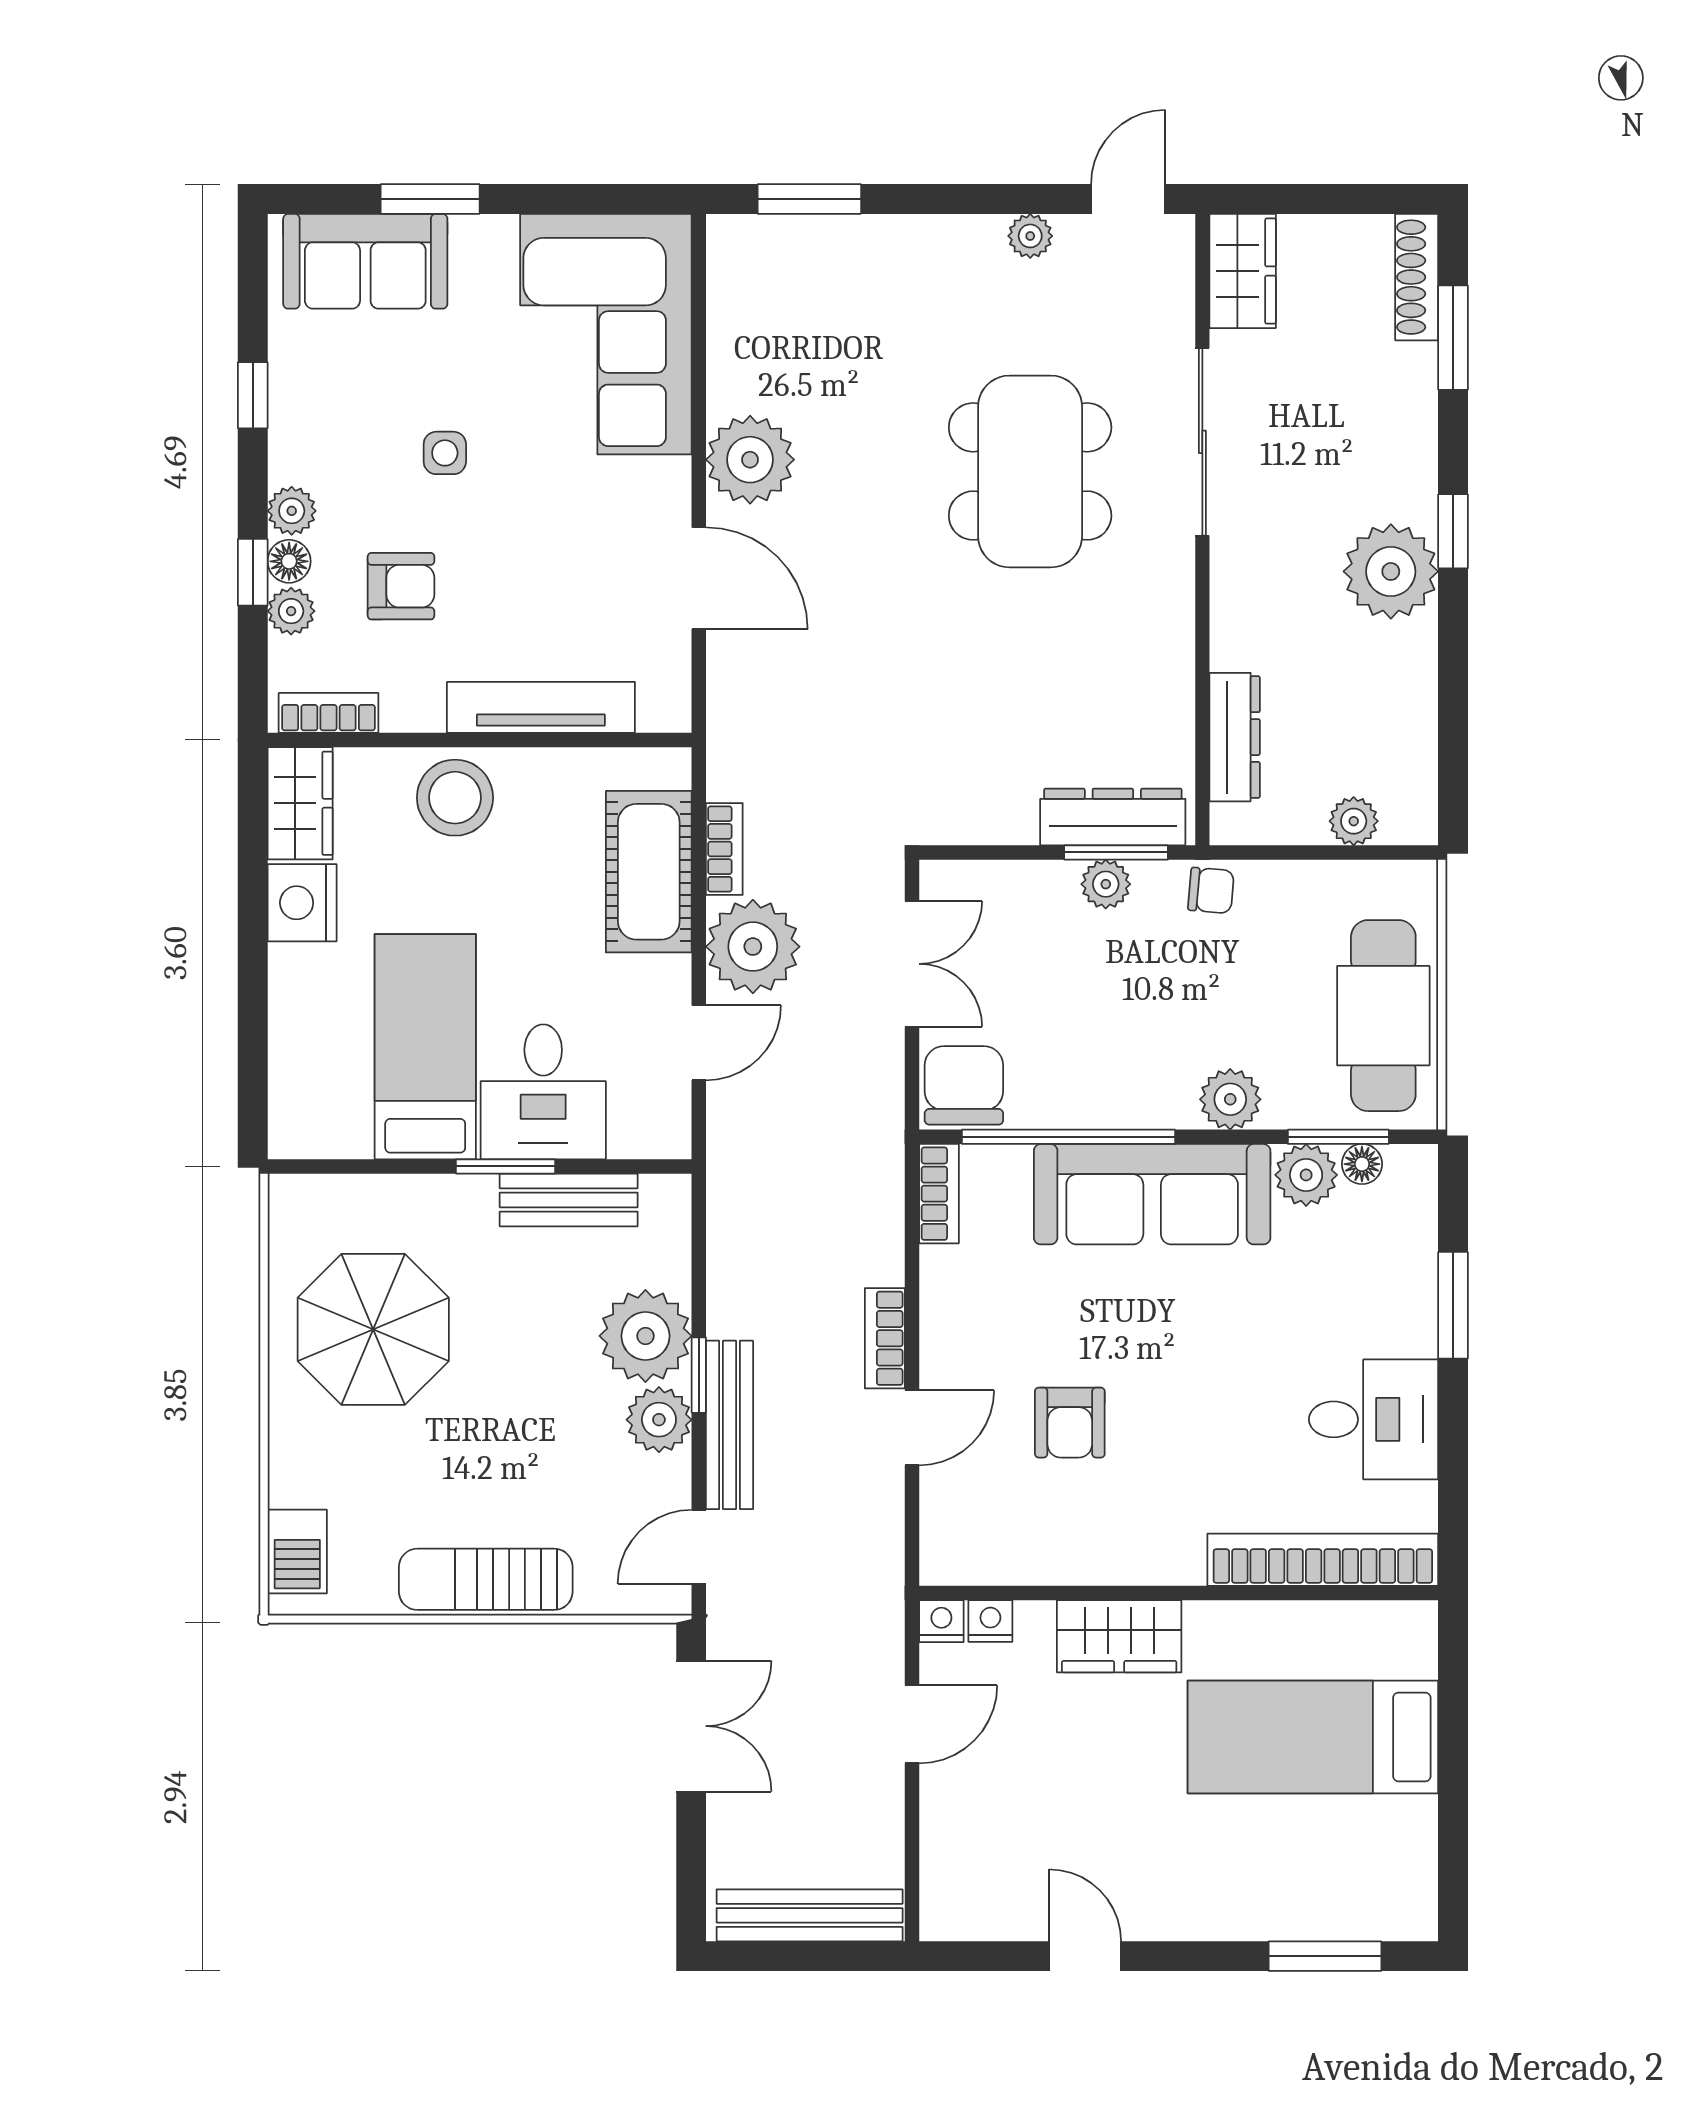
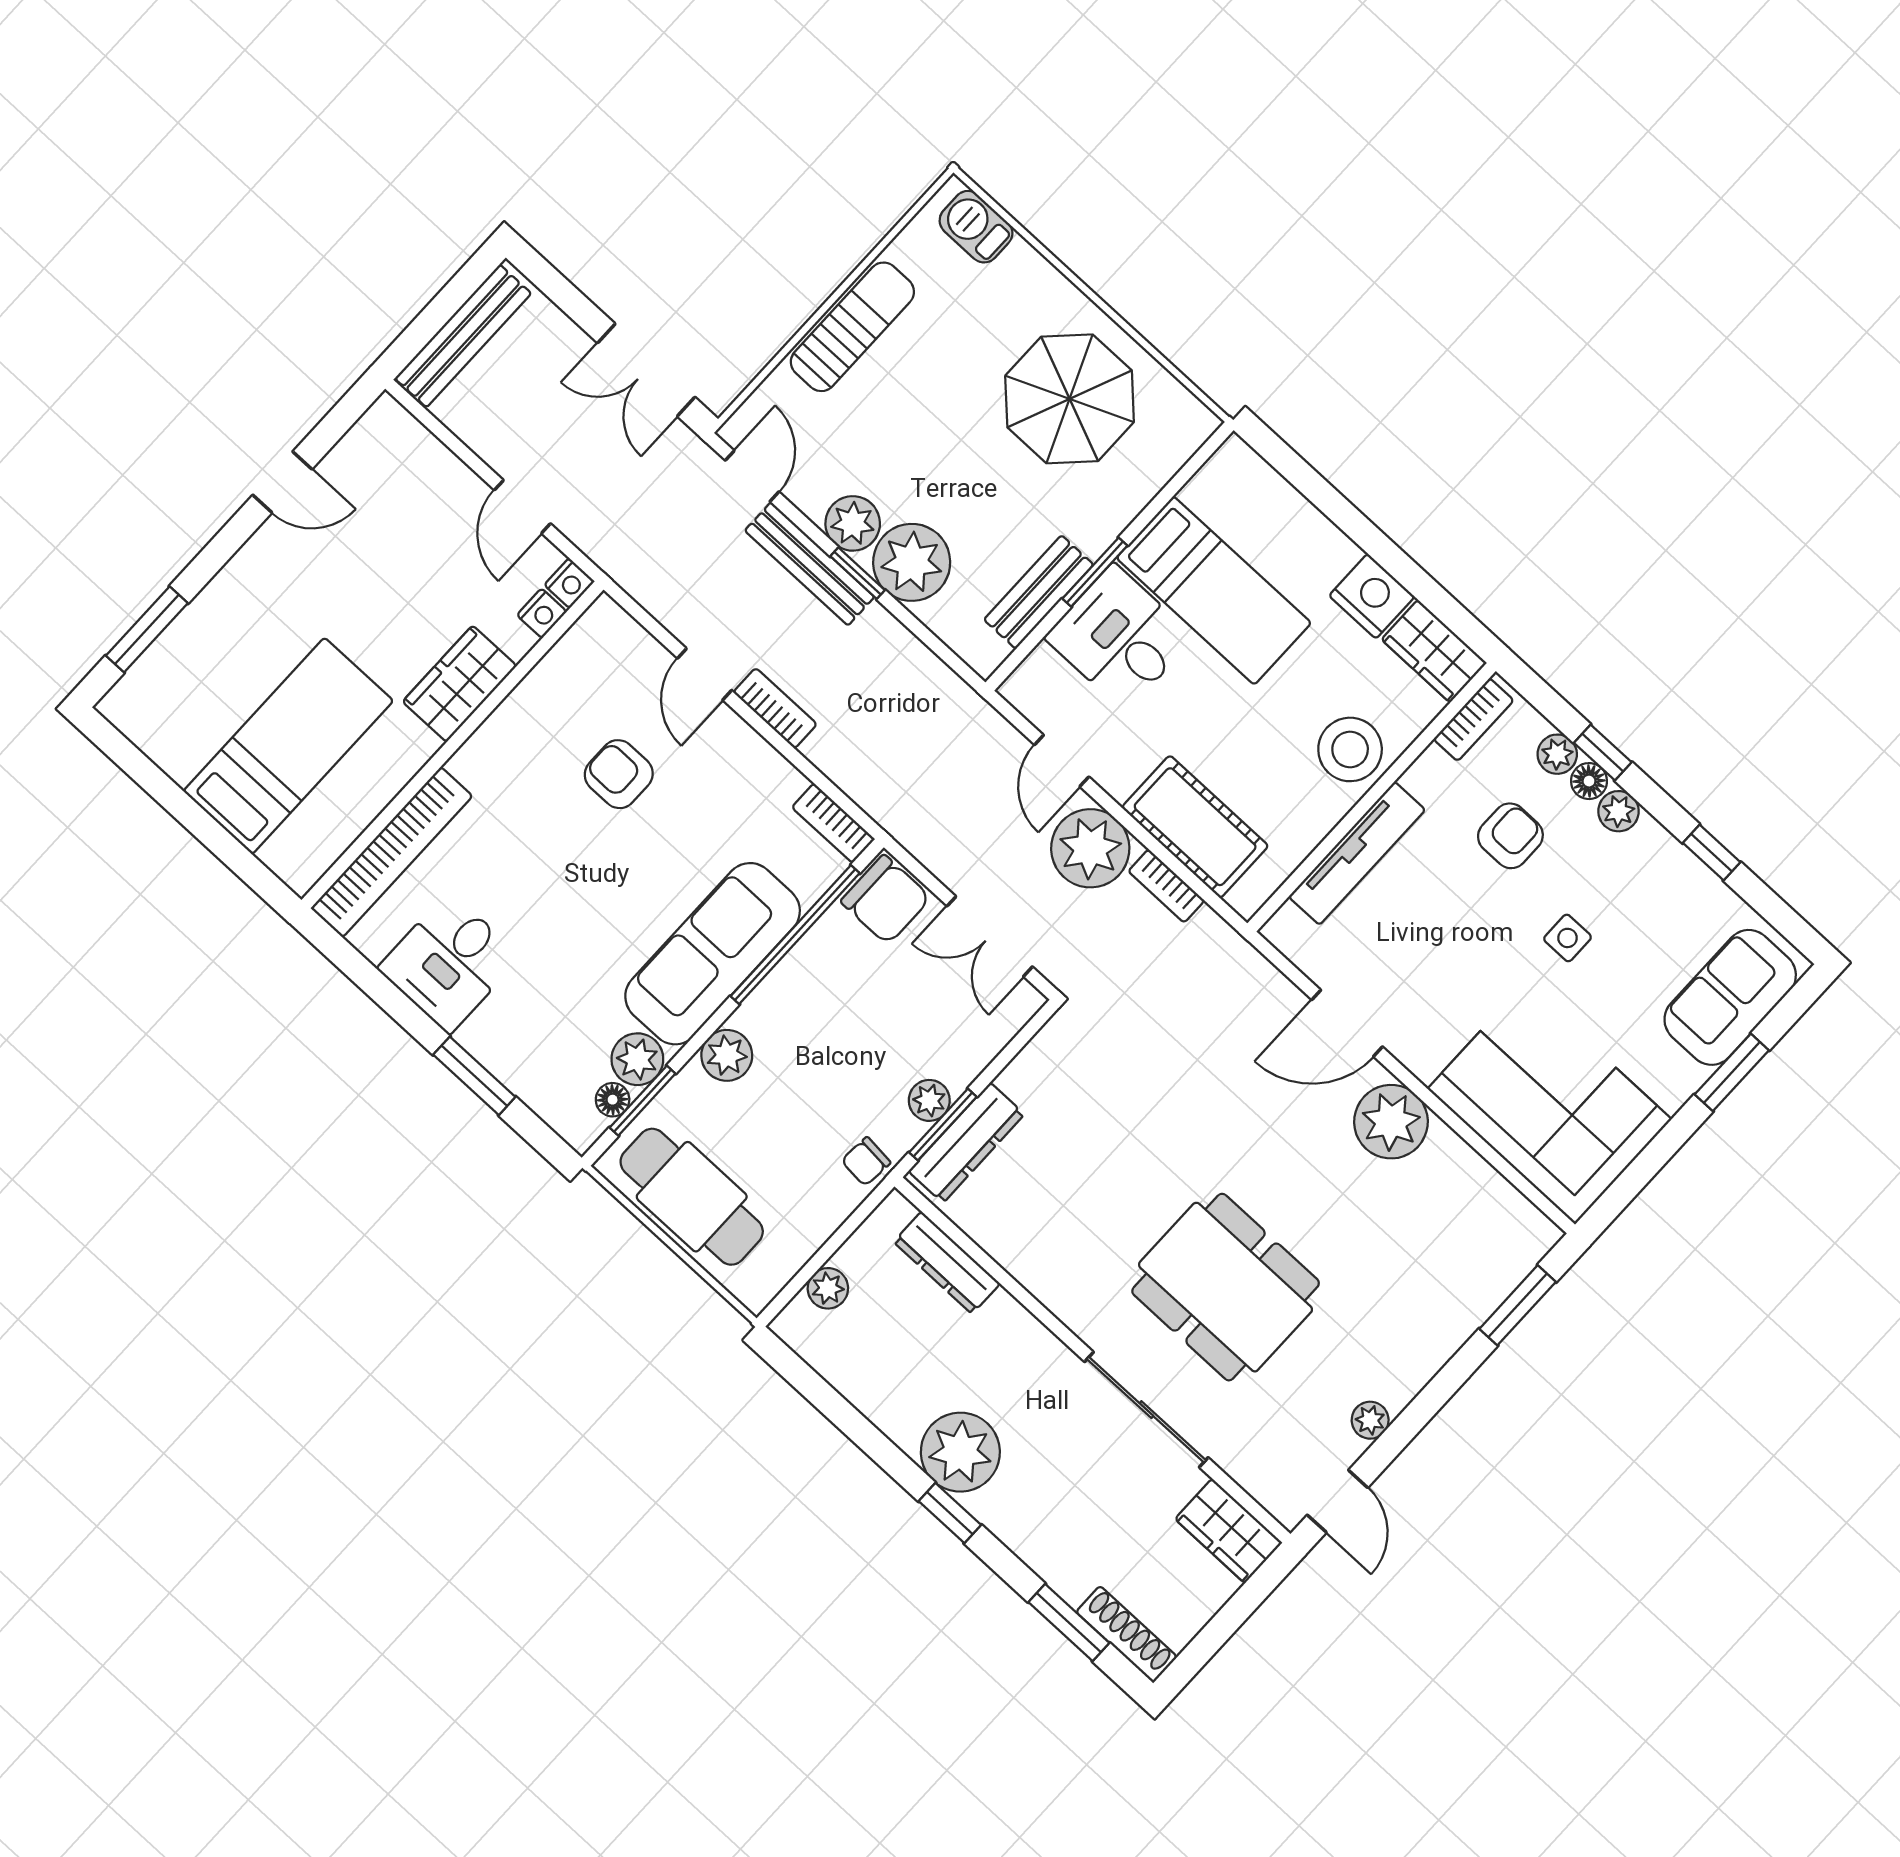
armchair: (401, 586) -> (1510, 836), turned 180

